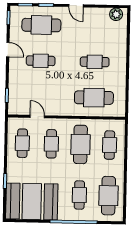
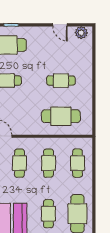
door: (76, 6) -> (60, 25), moved
cafe table: (80, 144) -> (48, 163), width x0.73, depth x0.74

